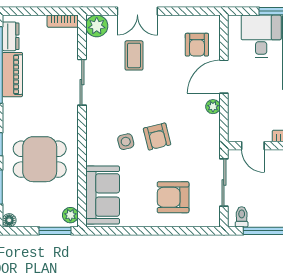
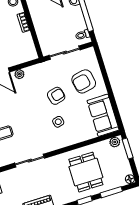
armchair: (157, 136) -> (56, 96), moved
door: (253, 146) -> (36, 42), removed
sofa: (103, 195) -> (103, 115), moved, turned -90
armchair: (173, 197) -> (84, 81), turned 79

